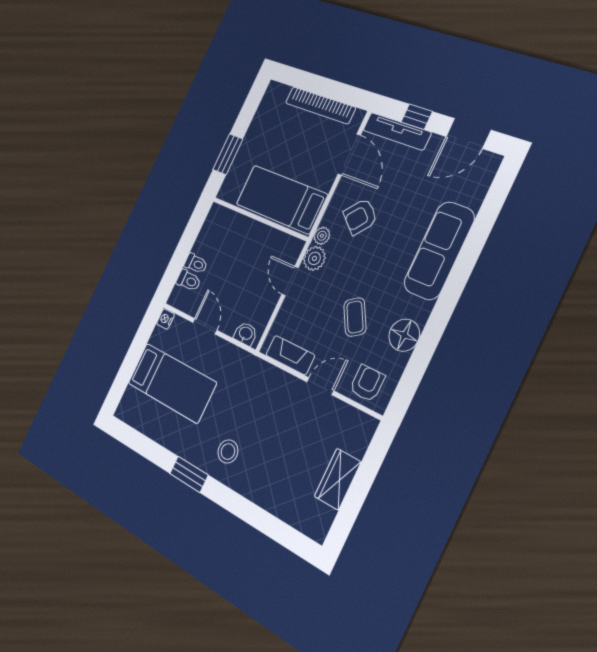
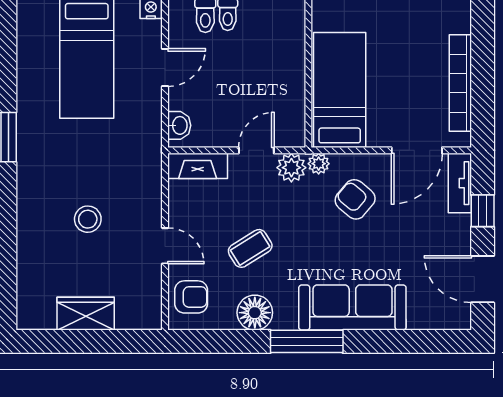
tv unit: (397, 131) -> (460, 183), width x0.71
window: (447, 301) -> (307, 341), added
fireplace: (290, 355) -> (198, 166), moved, turned 90
stool: (228, 452) -> (88, 219), moved

